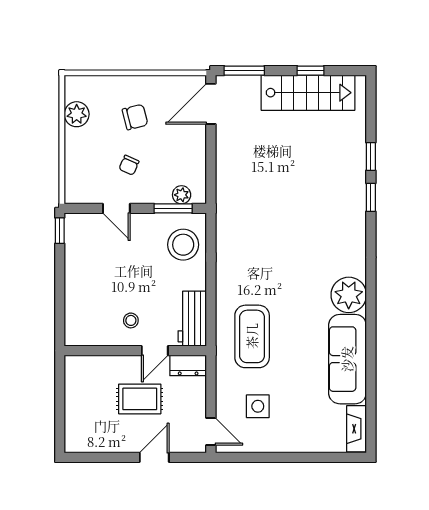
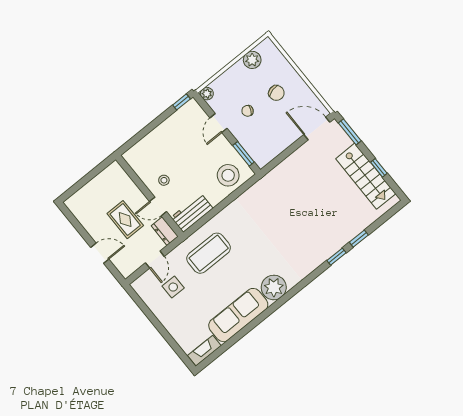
plant: (182, 195) -> (207, 94), moved
door: (211, 431) -> (155, 260), moved

